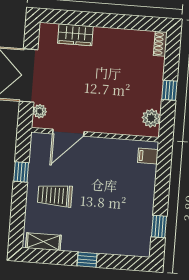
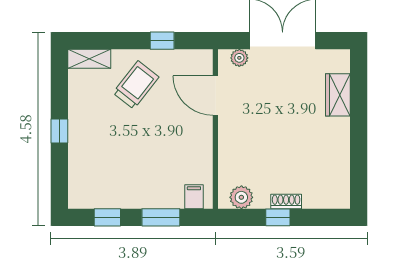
shoe rack: (160, 44) -> (286, 201), moved
window: (162, 184) -> (161, 217), added
trolley: (55, 196) -> (136, 85), turned 38
shelving: (43, 242) -> (89, 59), moved, turned 90

